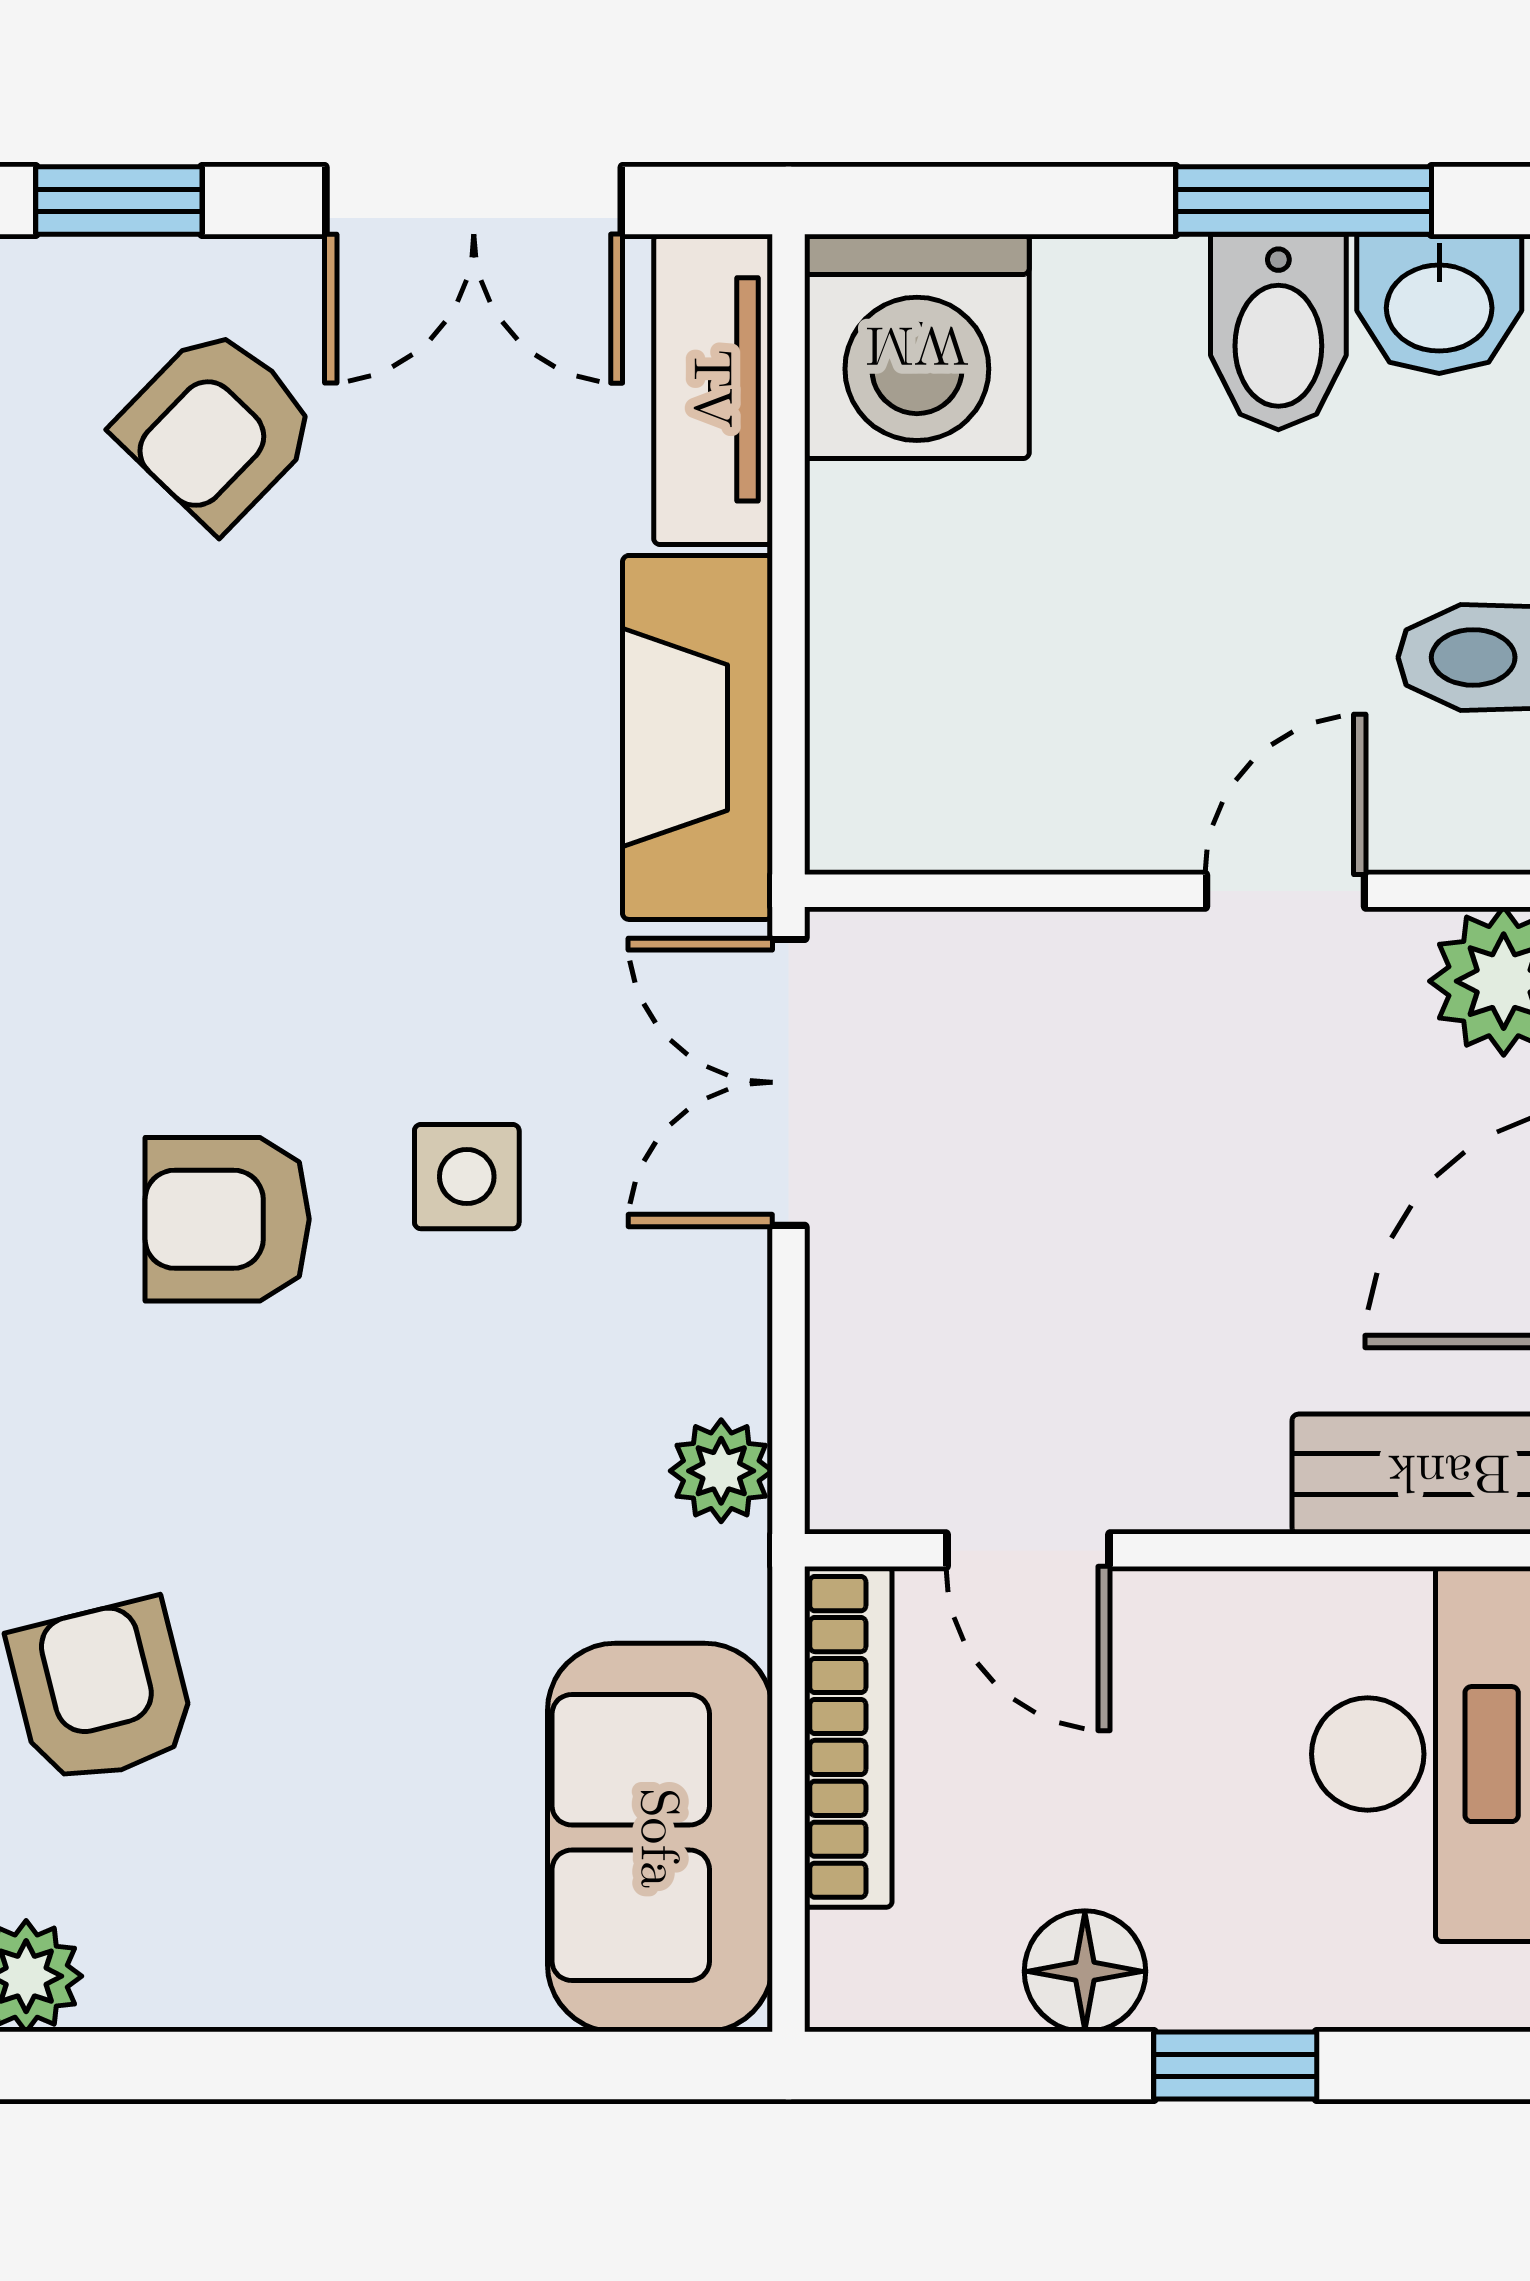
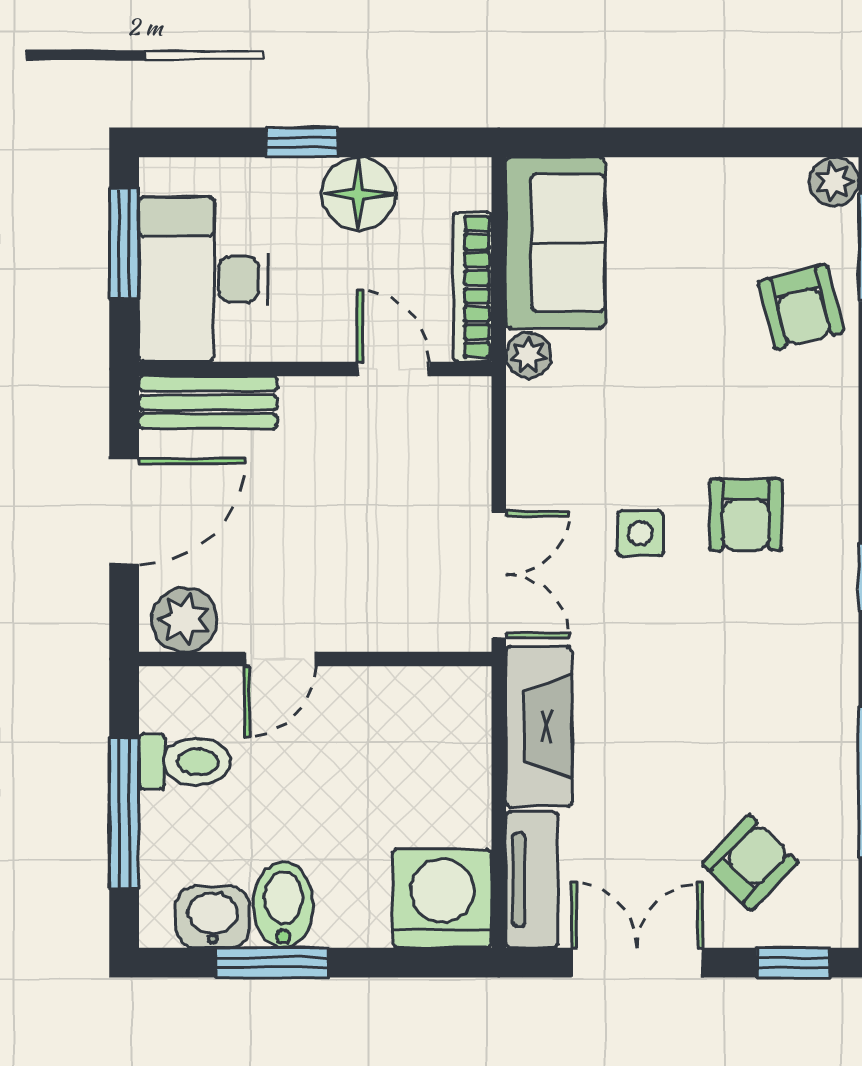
armchair: (227, 1219) -> (746, 515), turned 90
plant: (721, 1471) -> (528, 355), moved
floor lamp: (1085, 1971) -> (358, 194), width x1.38, depth x1.38

